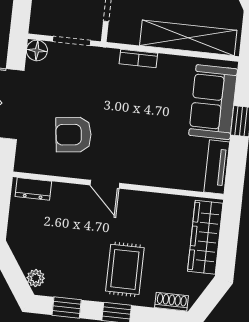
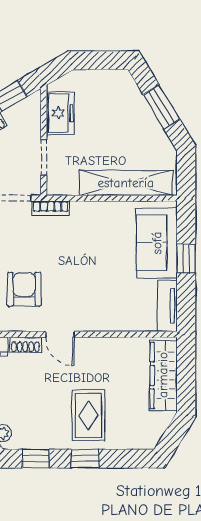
bookcase: (138, 58) -> (51, 208), moved
armchair: (74, 135) -> (24, 289), turned 97
shoe rack: (172, 302) -> (25, 345), moved, turned 180

